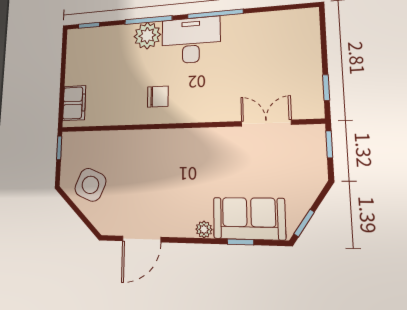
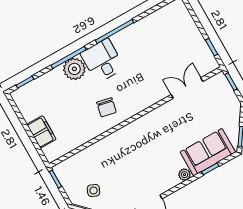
desk: (191, 40) -> (102, 61), width x0.73
chair: (158, 97) -> (106, 107), turned 102
filing cabinet: (74, 103) -> (41, 132), moved
side table: (90, 185) -> (94, 191), width x0.54, depth x0.54

